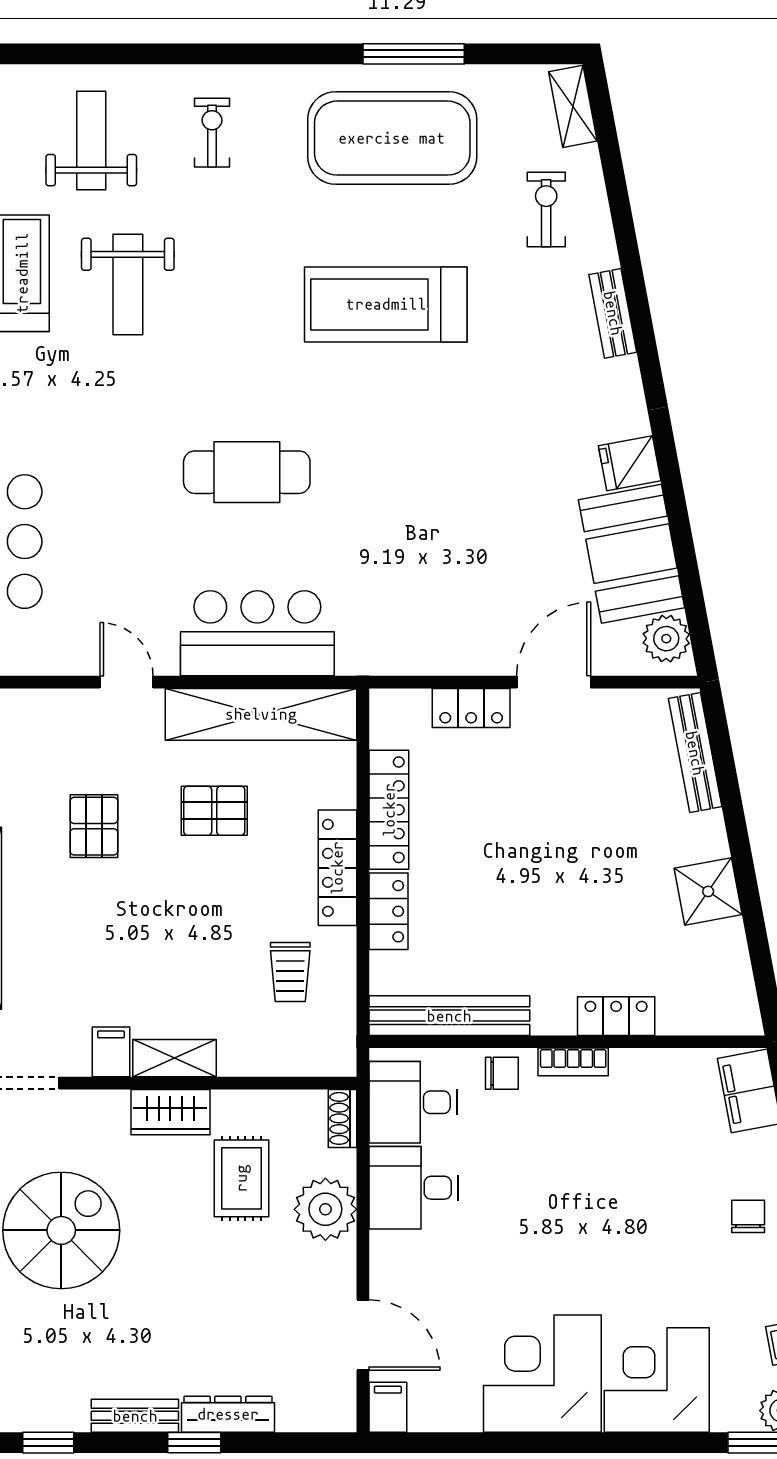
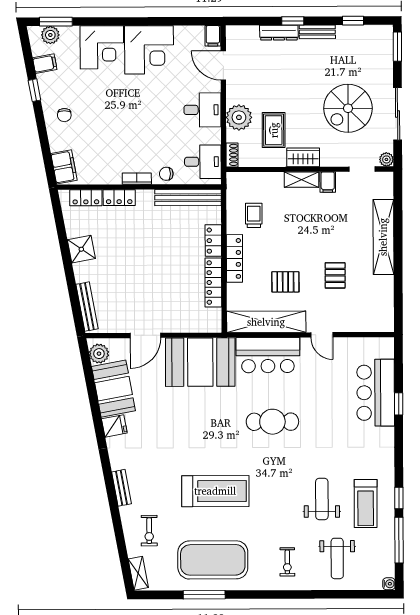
booth: (421, 617) -> (200, 362), added
locker: (471, 708) -> (86, 198), moved, turned 180
desk: (414, 1188) -> (202, 110), moved

